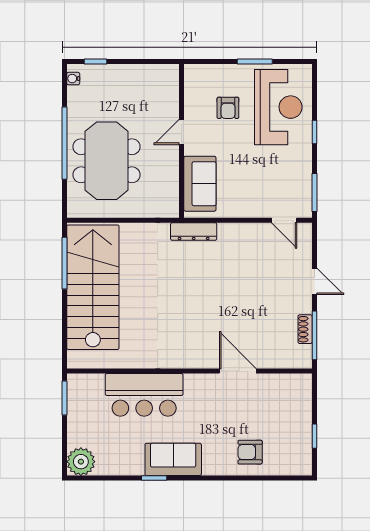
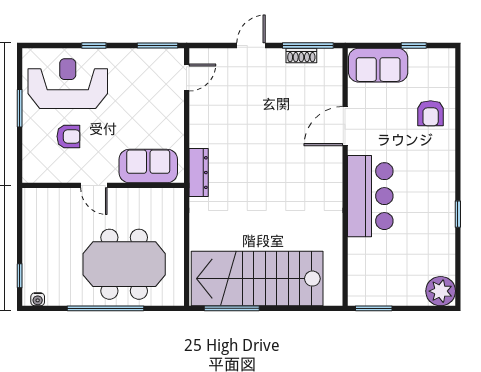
bar counter: (144, 395) -> (370, 196), moved
sofa: (173, 459) -> (378, 65), moved, turned -90

